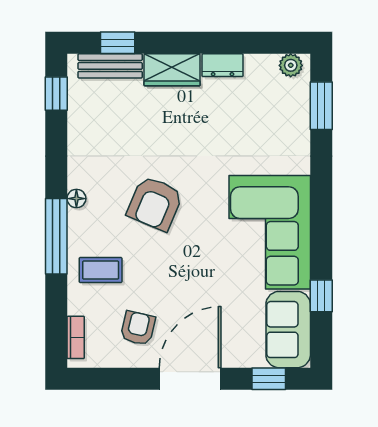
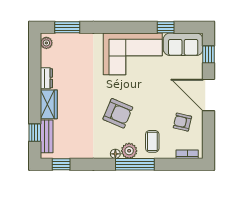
plant: (82, 225) -> (129, 151), added

